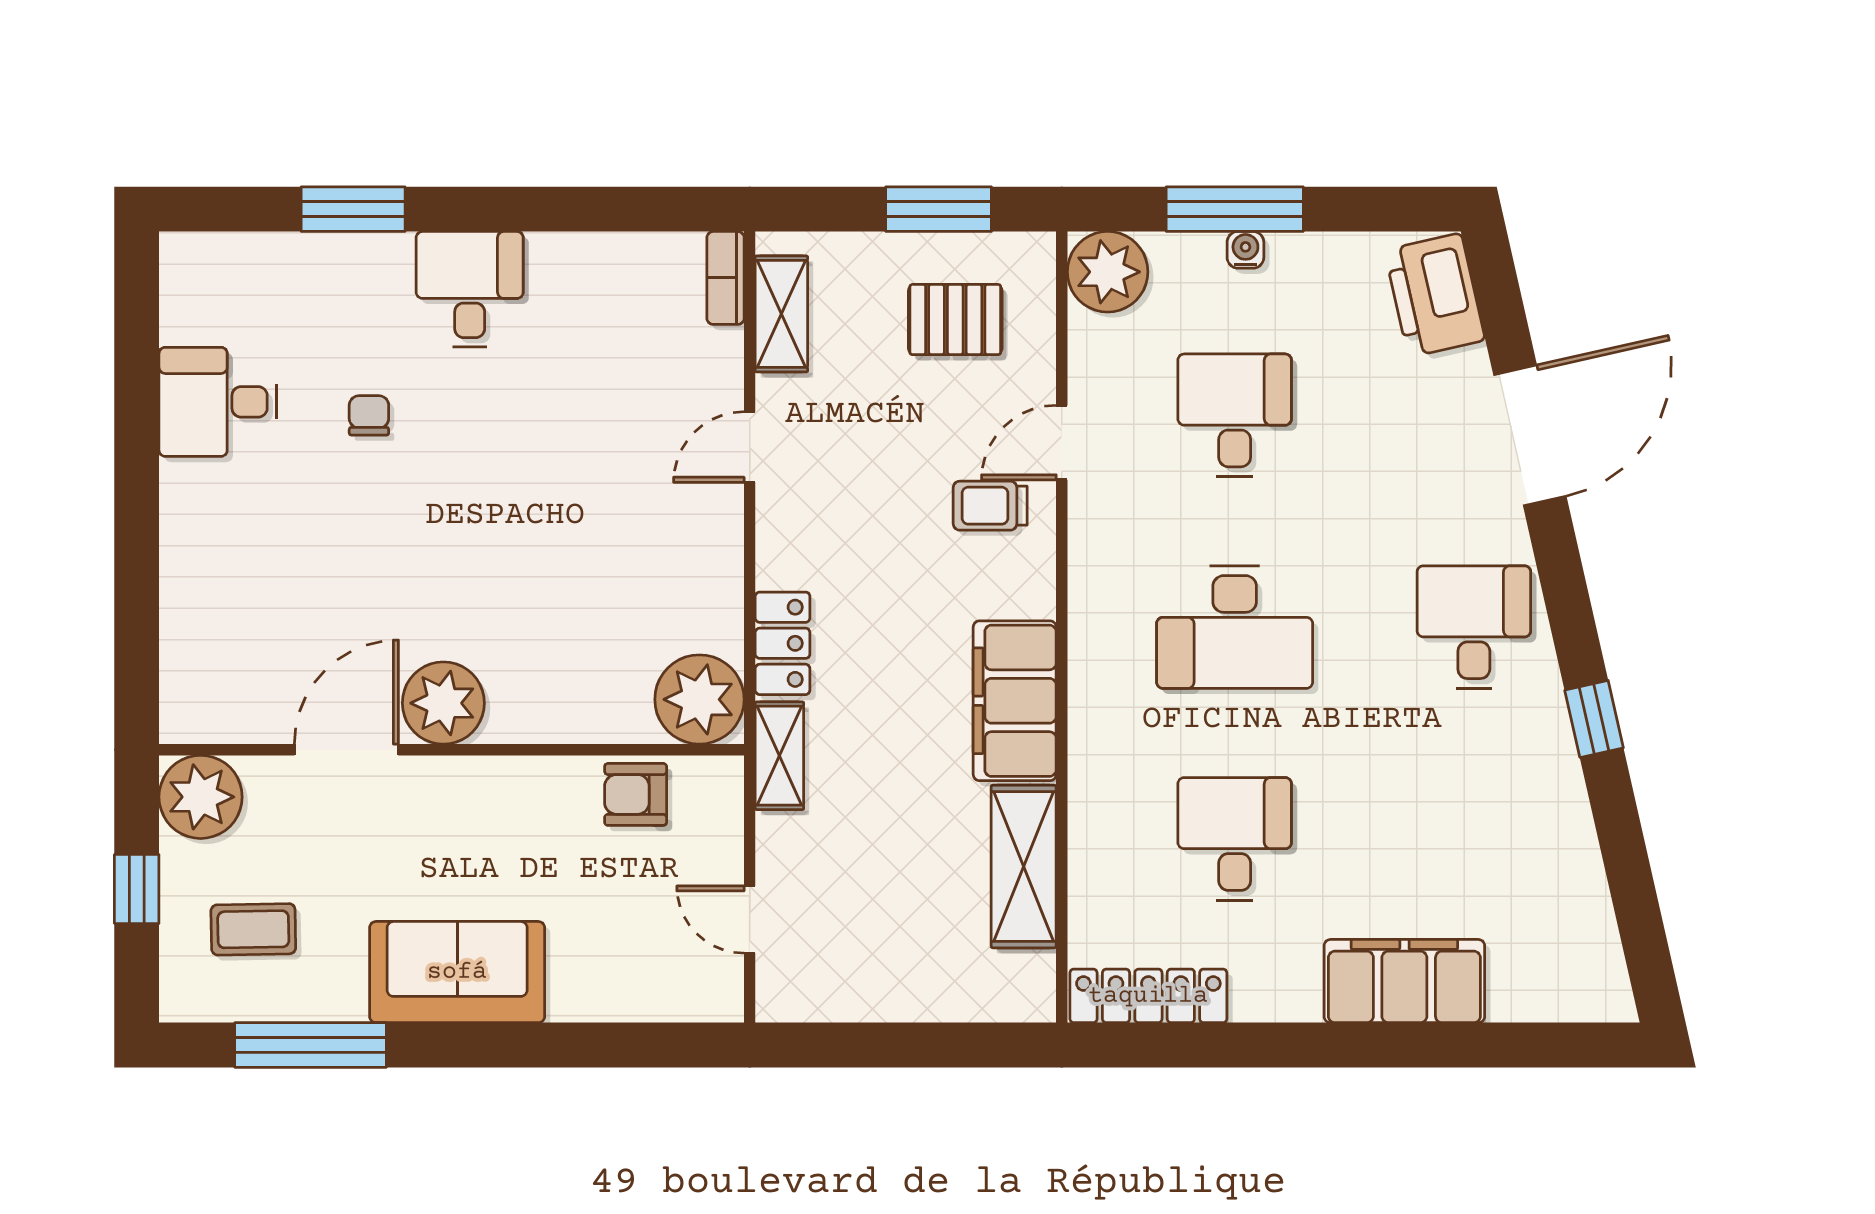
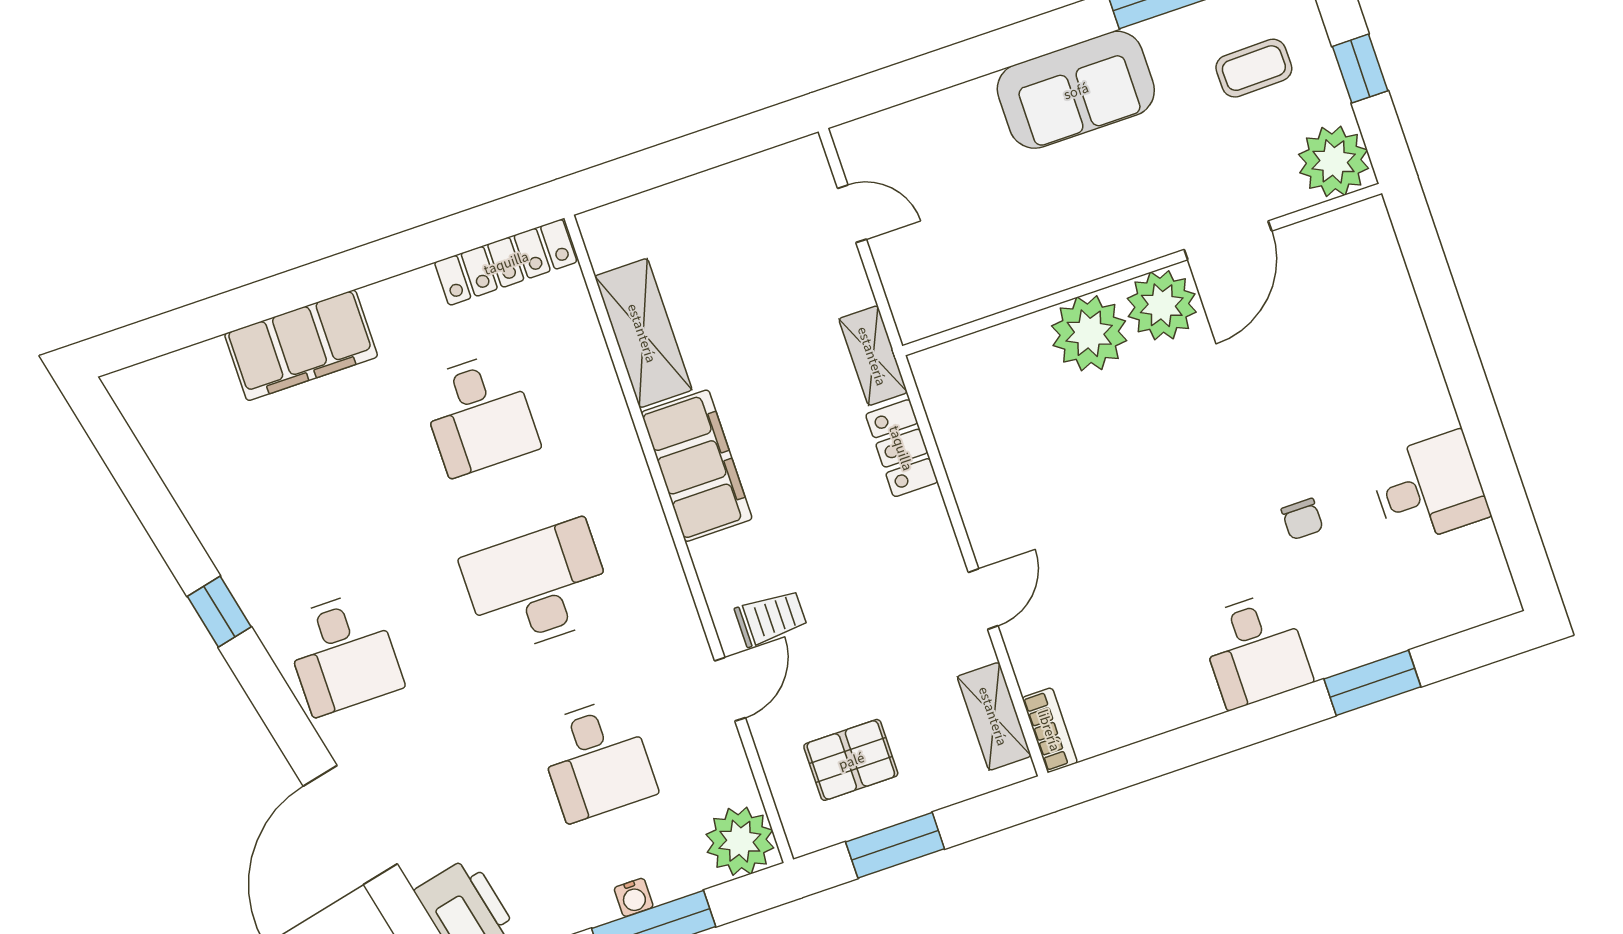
plant: (699, 699) -> (1089, 333), moved
armchair: (636, 794) -> (980, 284), removed

